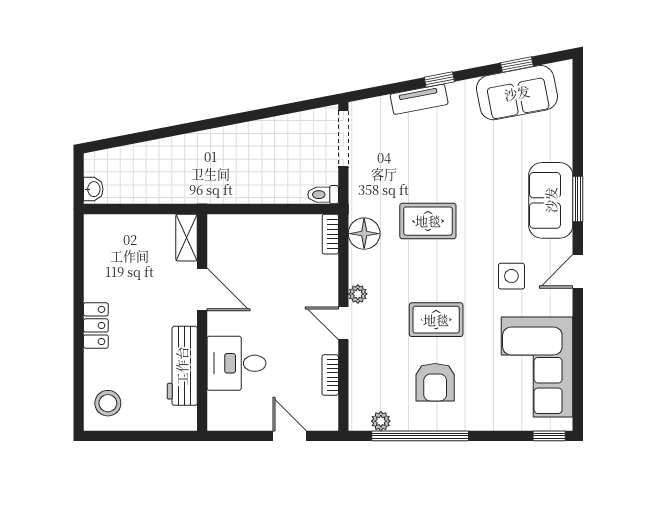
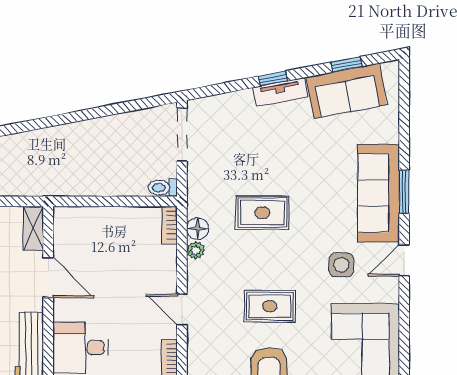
tv unit: (419, 99) -> (280, 92), moved
sofa: (551, 200) -> (379, 193), width x1.36
floor lamp: (364, 234) -> (198, 229), width x0.73, depth x0.73
plant: (358, 294) -> (196, 250), moved

